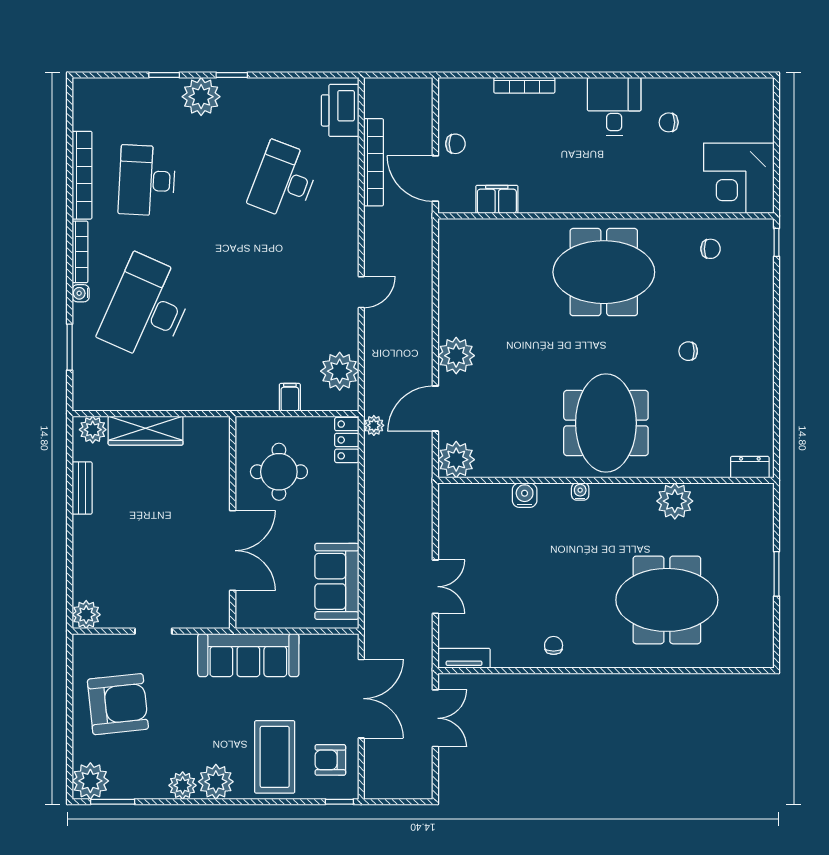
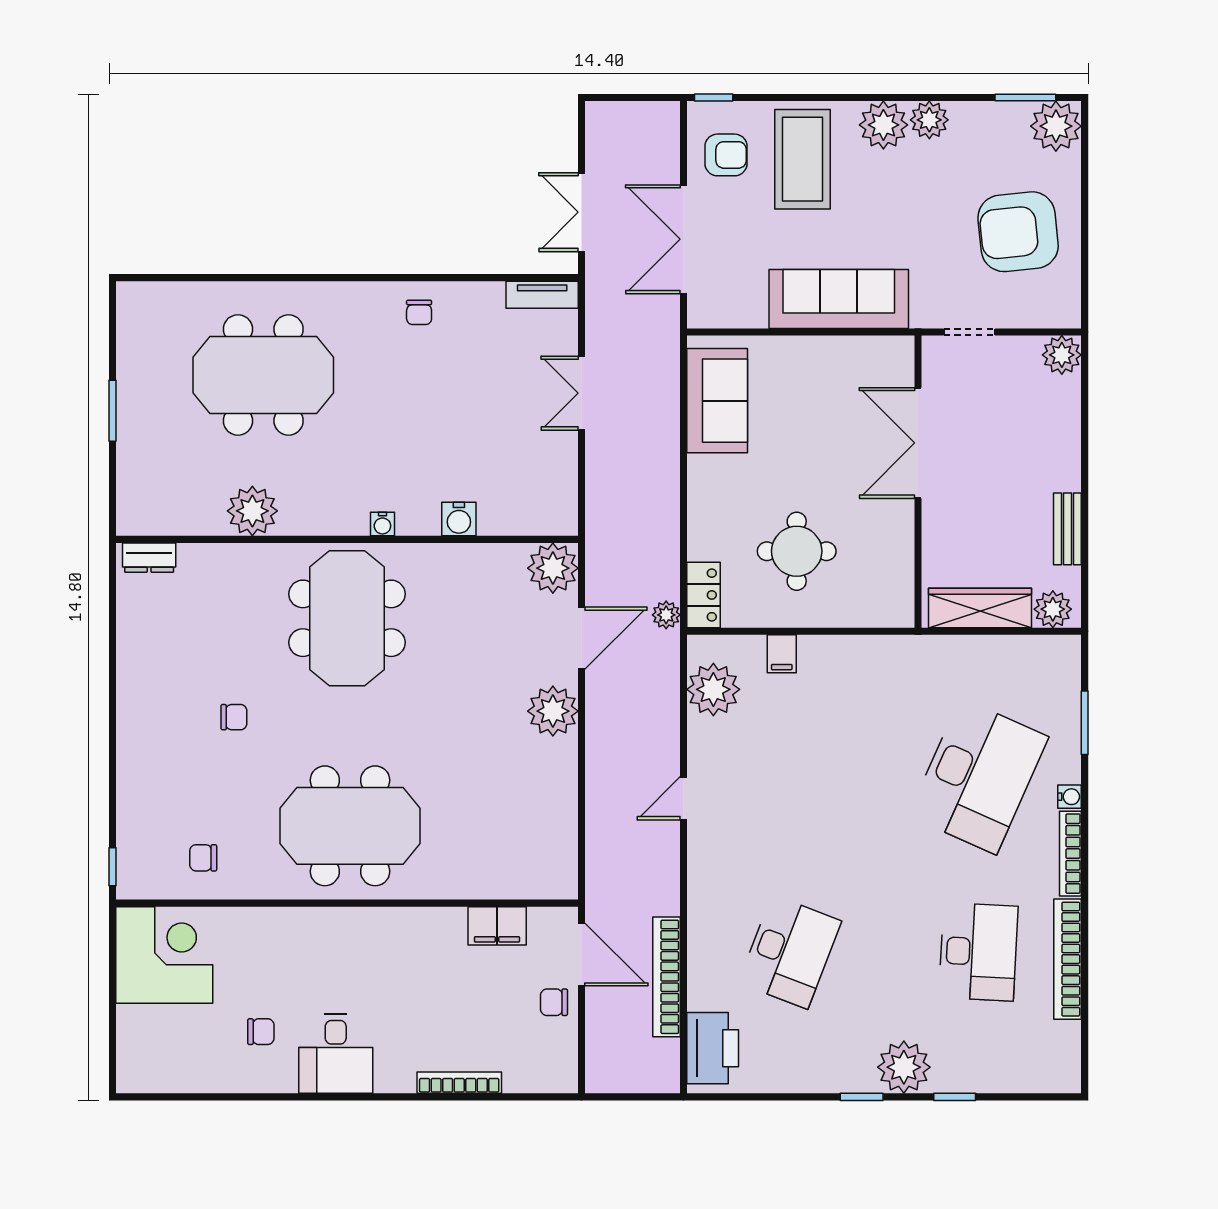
wall: (233, 522) -> (918, 482), moved
double door: (233, 551) -> (918, 443), moved

